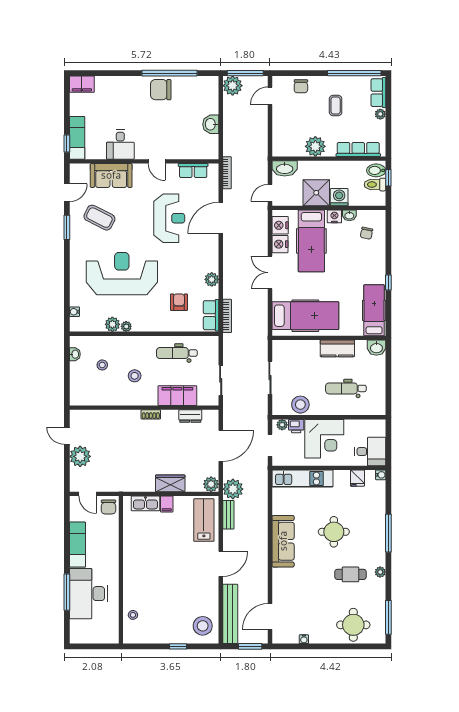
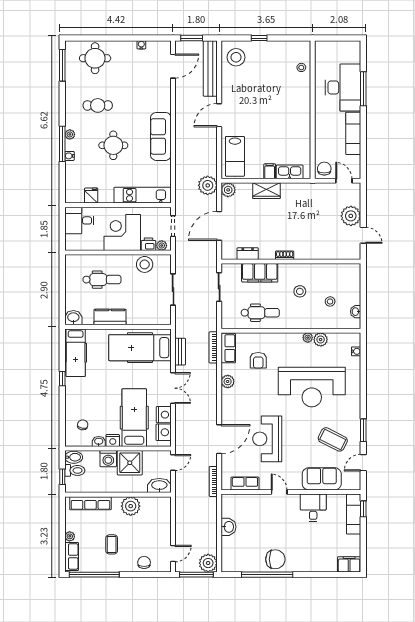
bidet: (376, 170) -> (74, 457), moved
water cooler: (381, 475) -> (69, 156), moved
bench: (228, 515) -> (180, 352), moved
plant: (380, 572) -> (70, 134), moved

